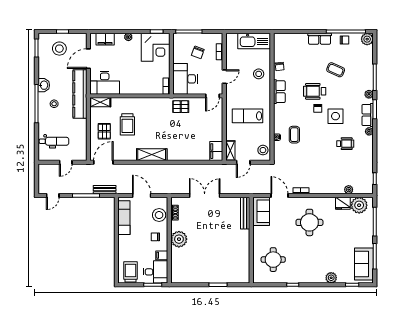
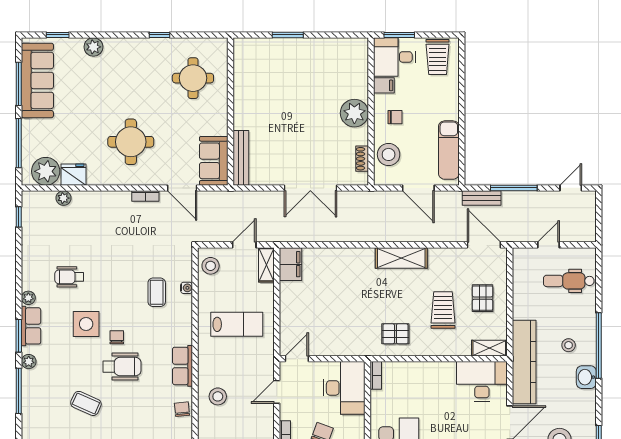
pallet: (181, 107) -> (395, 334), moved
door: (103, 162) -> (484, 245), swing flipped
sofa: (364, 264) -> (37, 80), width x1.36

